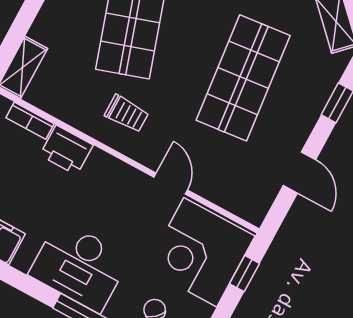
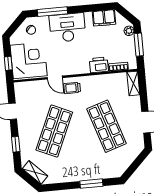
shop shelf: (243, 78) -> (54, 131), turned 30
trolley: (127, 114) -> (72, 88), moved

